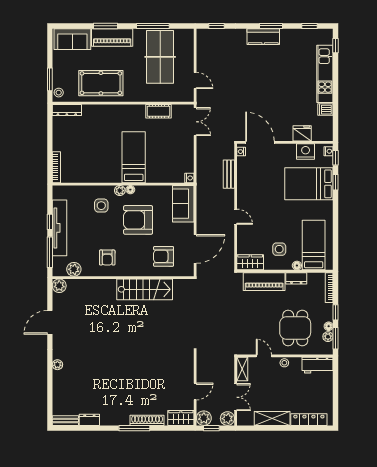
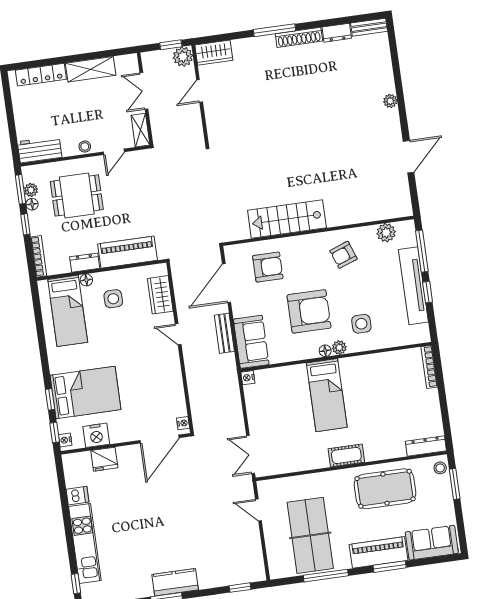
cot: (159, 111) -> (346, 455), moved
door: (260, 142) -> (159, 439), hinge flipped
bench: (229, 174) -> (224, 333), moved
armchair: (107, 258) -> (344, 255), turned -110
wardrobe: (250, 262) -> (160, 295), moved, turned 90
plant: (59, 286) -> (403, 208), removed
dining table: (295, 328) -> (77, 195), turned 90
door: (264, 356) -> (114, 152), hinge flipped
plant: (227, 419) -> (151, 61), removed
shoe rack: (147, 420) -> (299, 37), moved

